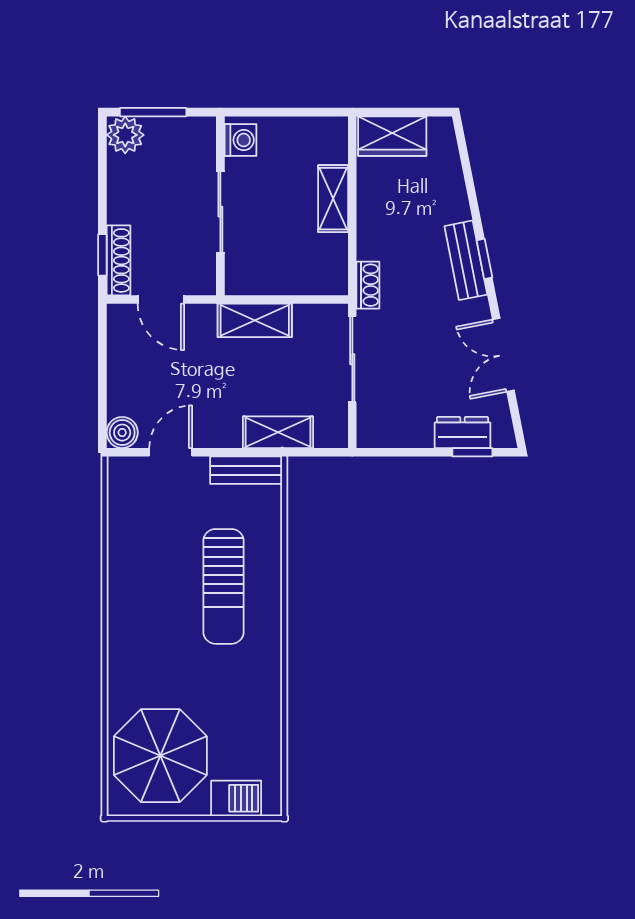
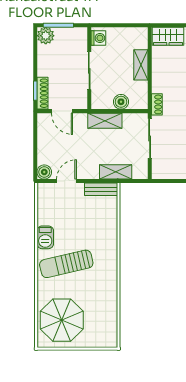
boiler: (290, 279) -> (121, 102), added
sun lounger: (223, 586) -> (66, 264), moved, turned 77
barbecue: (236, 798) -> (45, 237), moved, turned 90

